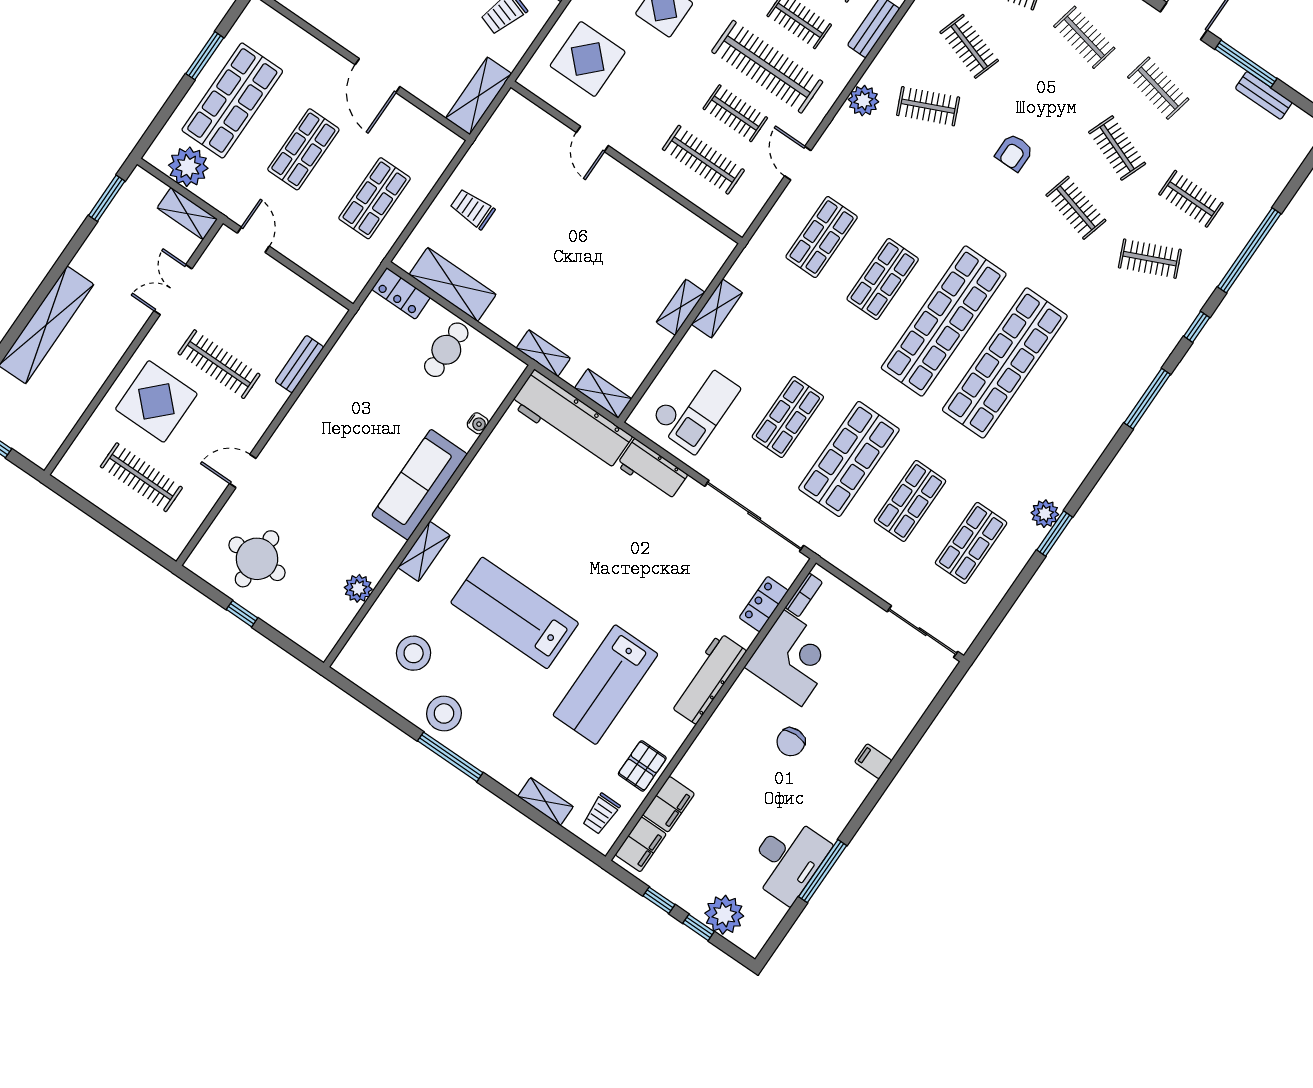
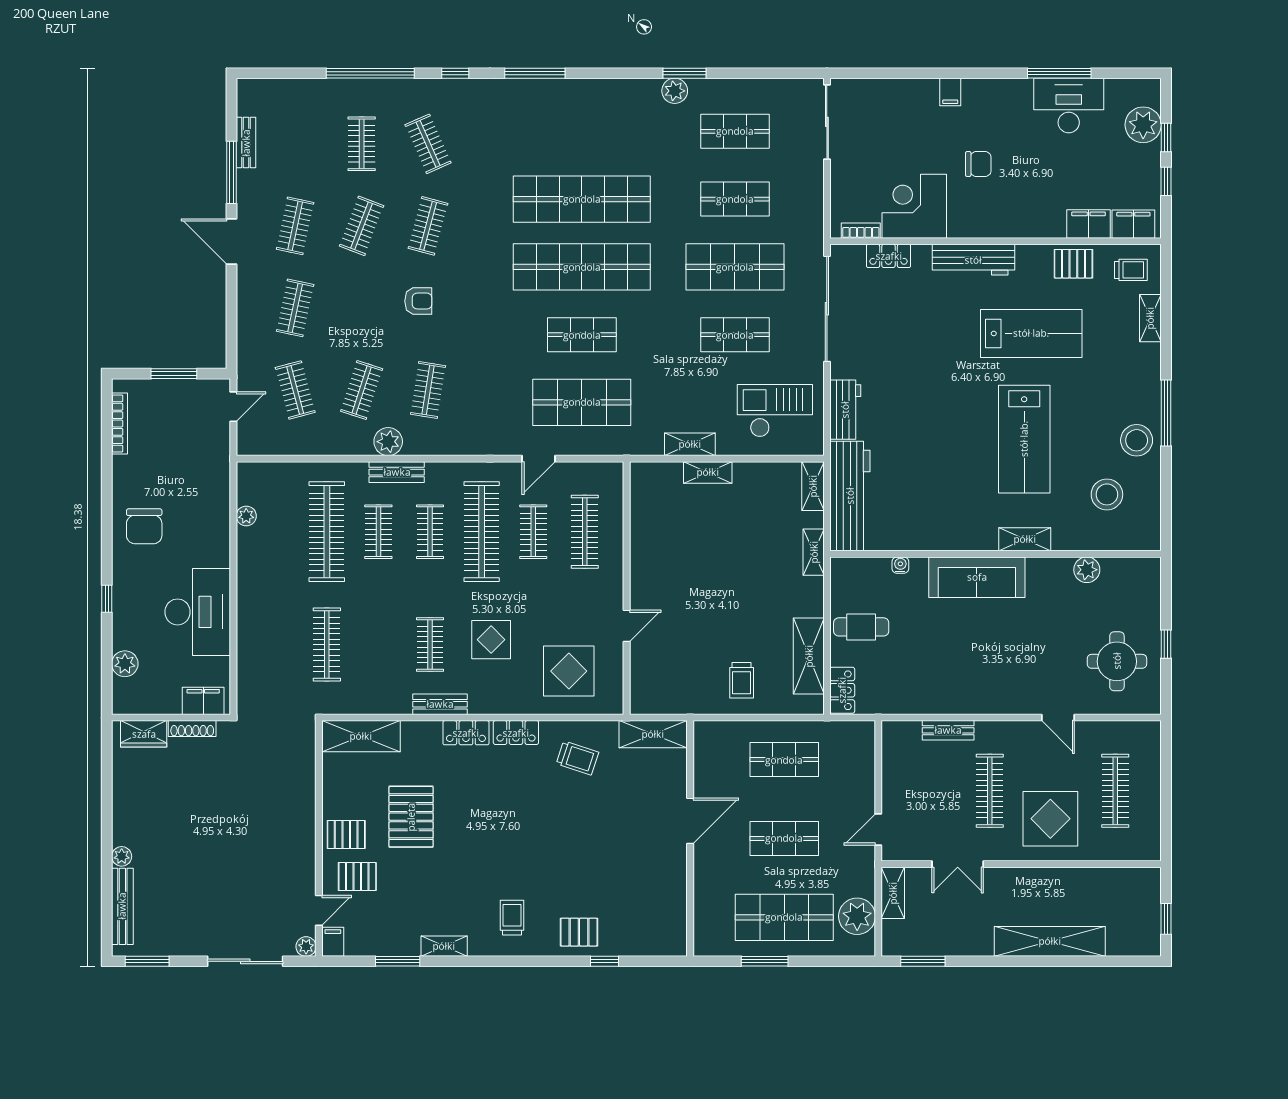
plant: (863, 101) -> (388, 442), moved
clothes rail: (928, 106) -> (428, 390), turned 33
shop shelf: (822, 237) -> (582, 402), width x1.43, depth x1.36

